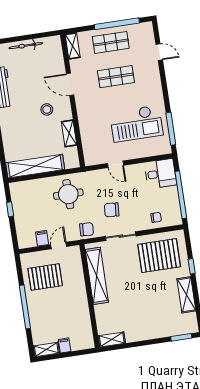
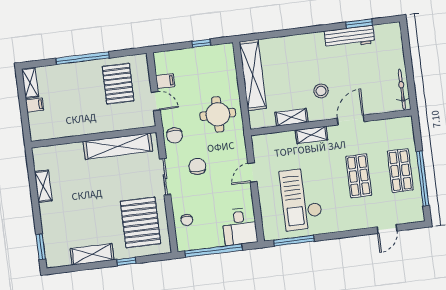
bicycle: (26, 46) -> (402, 90), moved
shelving: (73, 46) -> (312, 135), moved
shelving: (112, 339) -> (43, 186), moved

